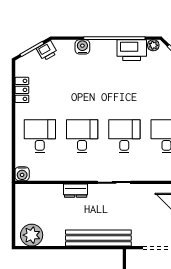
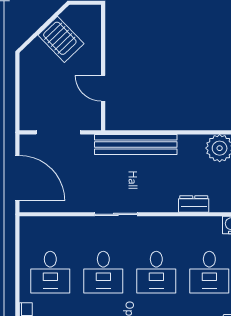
dresser: (76, 191) -> (194, 204), moved

